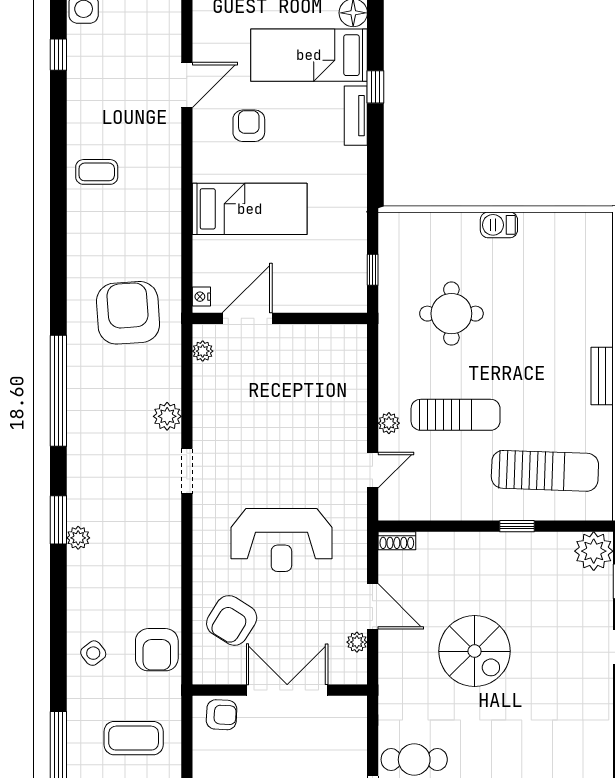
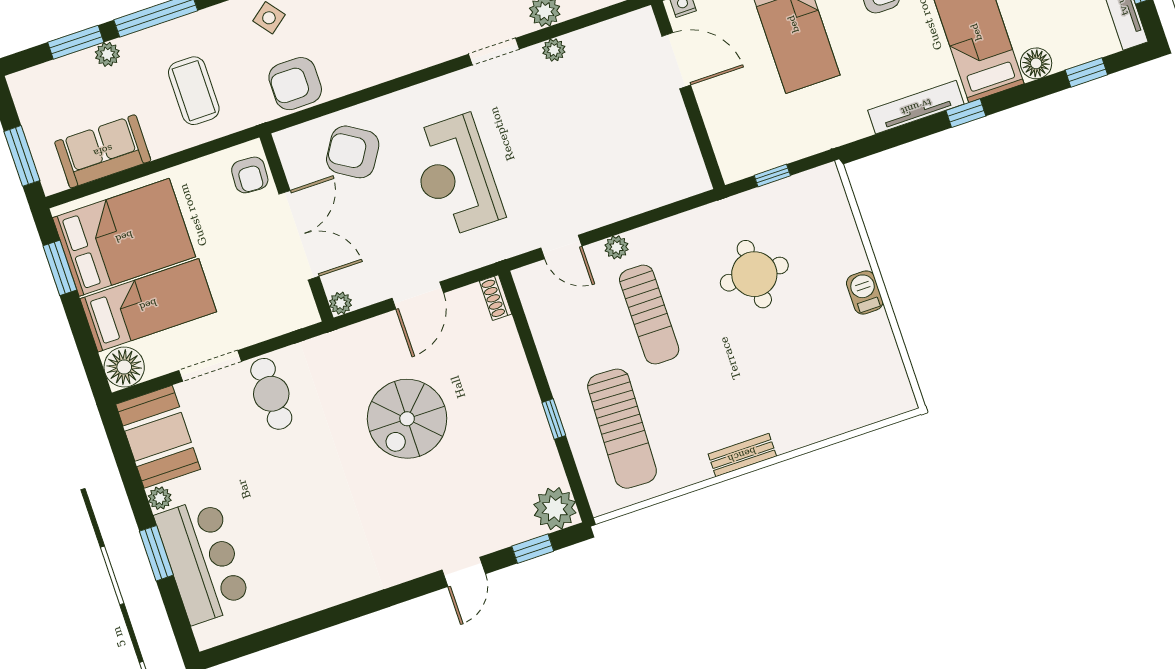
tv unit: (356, 116) -> (916, 107), width x1.41
plant: (203, 351) -> (554, 50), moved
plant: (357, 642) -> (341, 303), moved

